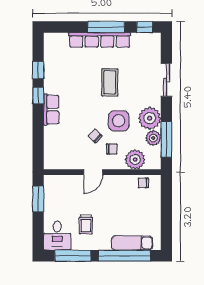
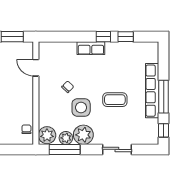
chair: (112, 149) -> (56, 101), removed
plant: (135, 159) -> (47, 135), moved
door: (93, 172) -> (36, 68), moved

